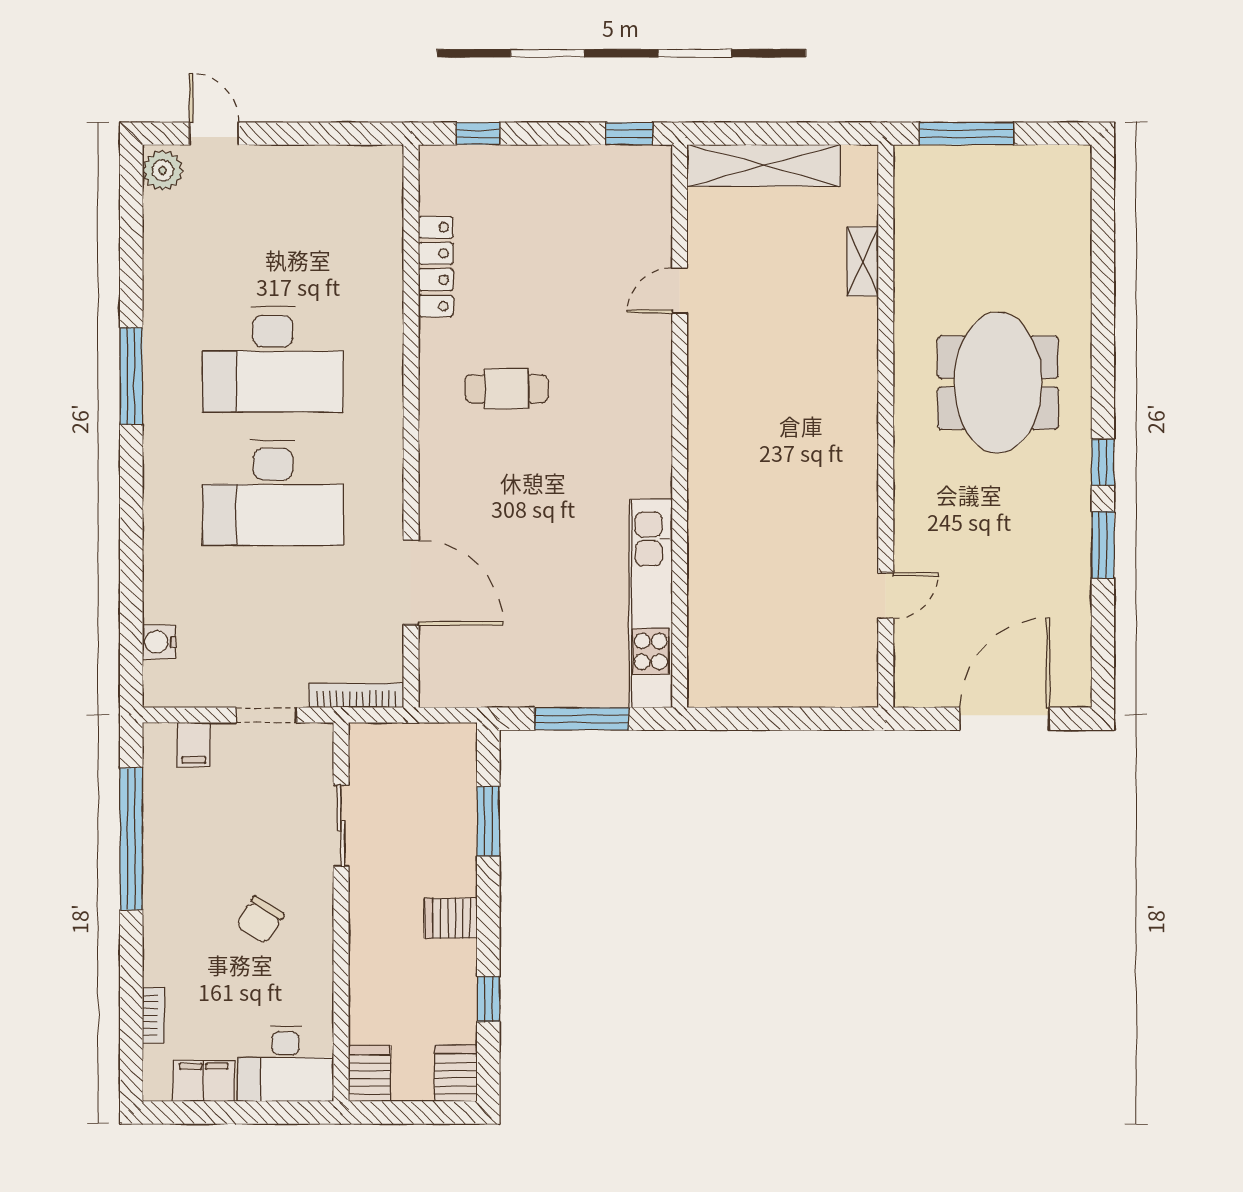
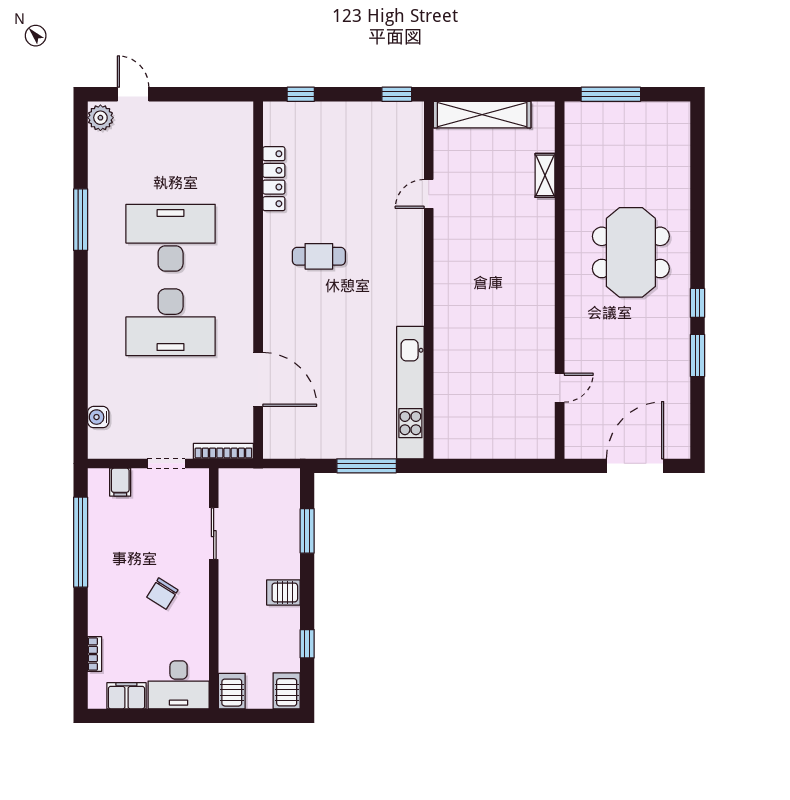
desk: (273, 360) -> (171, 238), turned 180
window: (131, 376) -> (81, 220), moved

